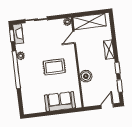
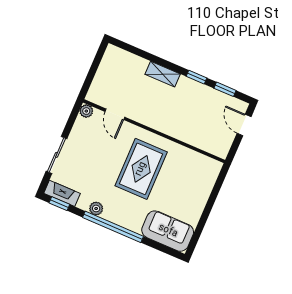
shelving: (89, 22) -> (105, 79), removed
rug: (54, 67) -> (141, 169), width x1.36, depth x1.43
boiler: (86, 76) -> (182, 130), removed
sofa: (60, 101) -> (168, 231), moved, turned 90

